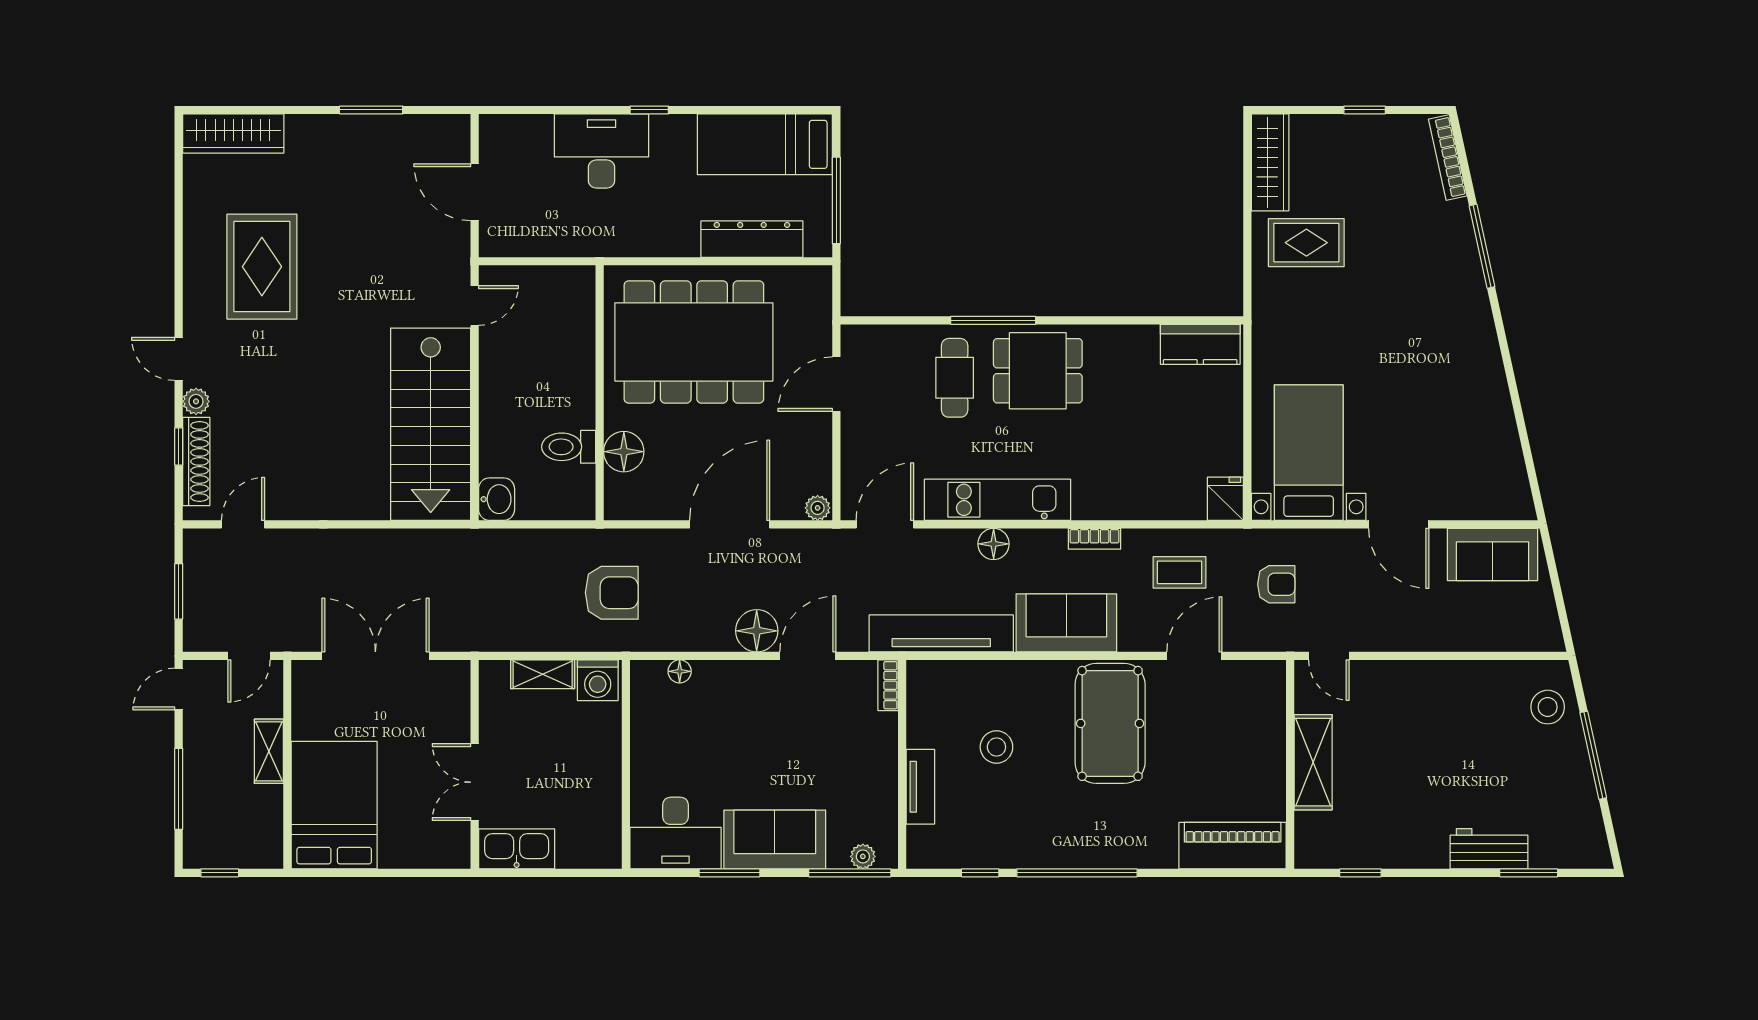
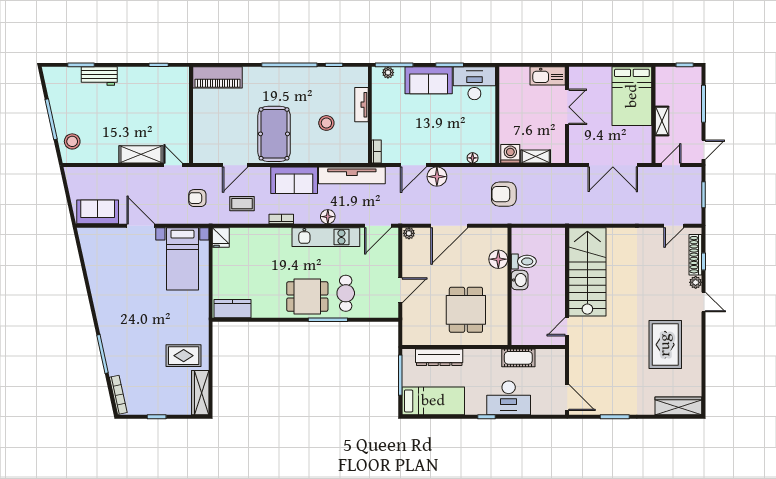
door: (475, 192) -> (567, 397), moved
cot: (580, 238) -> (518, 358), added
dining table: (694, 342) -> (466, 310), width x0.53, depth x0.80
washbasin: (497, 499) -> (520, 280), moved, turned 180
shelving: (1313, 762) -> (141, 154), moved, turned 90

